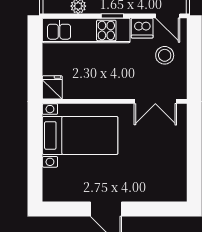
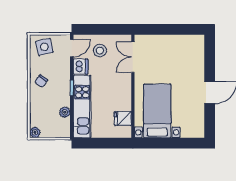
fridge: (52, 87) -> (123, 118), moved
double door: (155, 101) -> (133, 57), swing flipped

